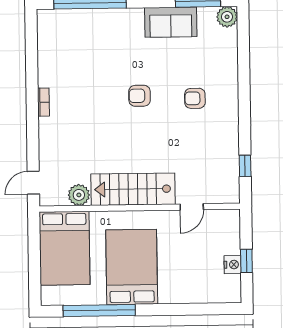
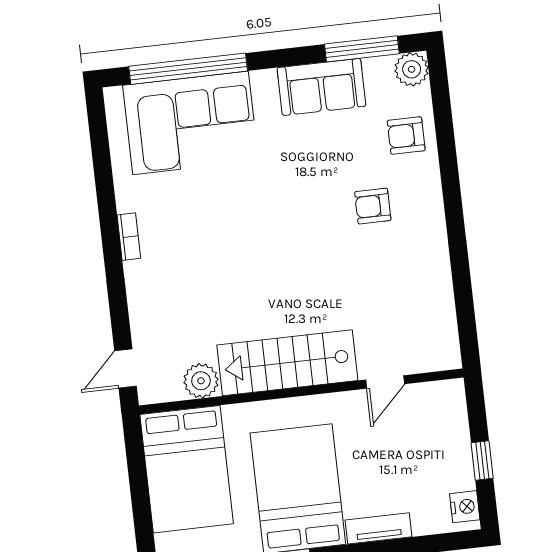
corner sofa: (88, 36) -> (190, 123), added
armchair: (140, 96) -> (406, 136), moved
window: (245, 166) -> (465, 307), removed
nightstand: (233, 265) -> (465, 507), moved
tv unit: (179, 296) -> (378, 528), added

